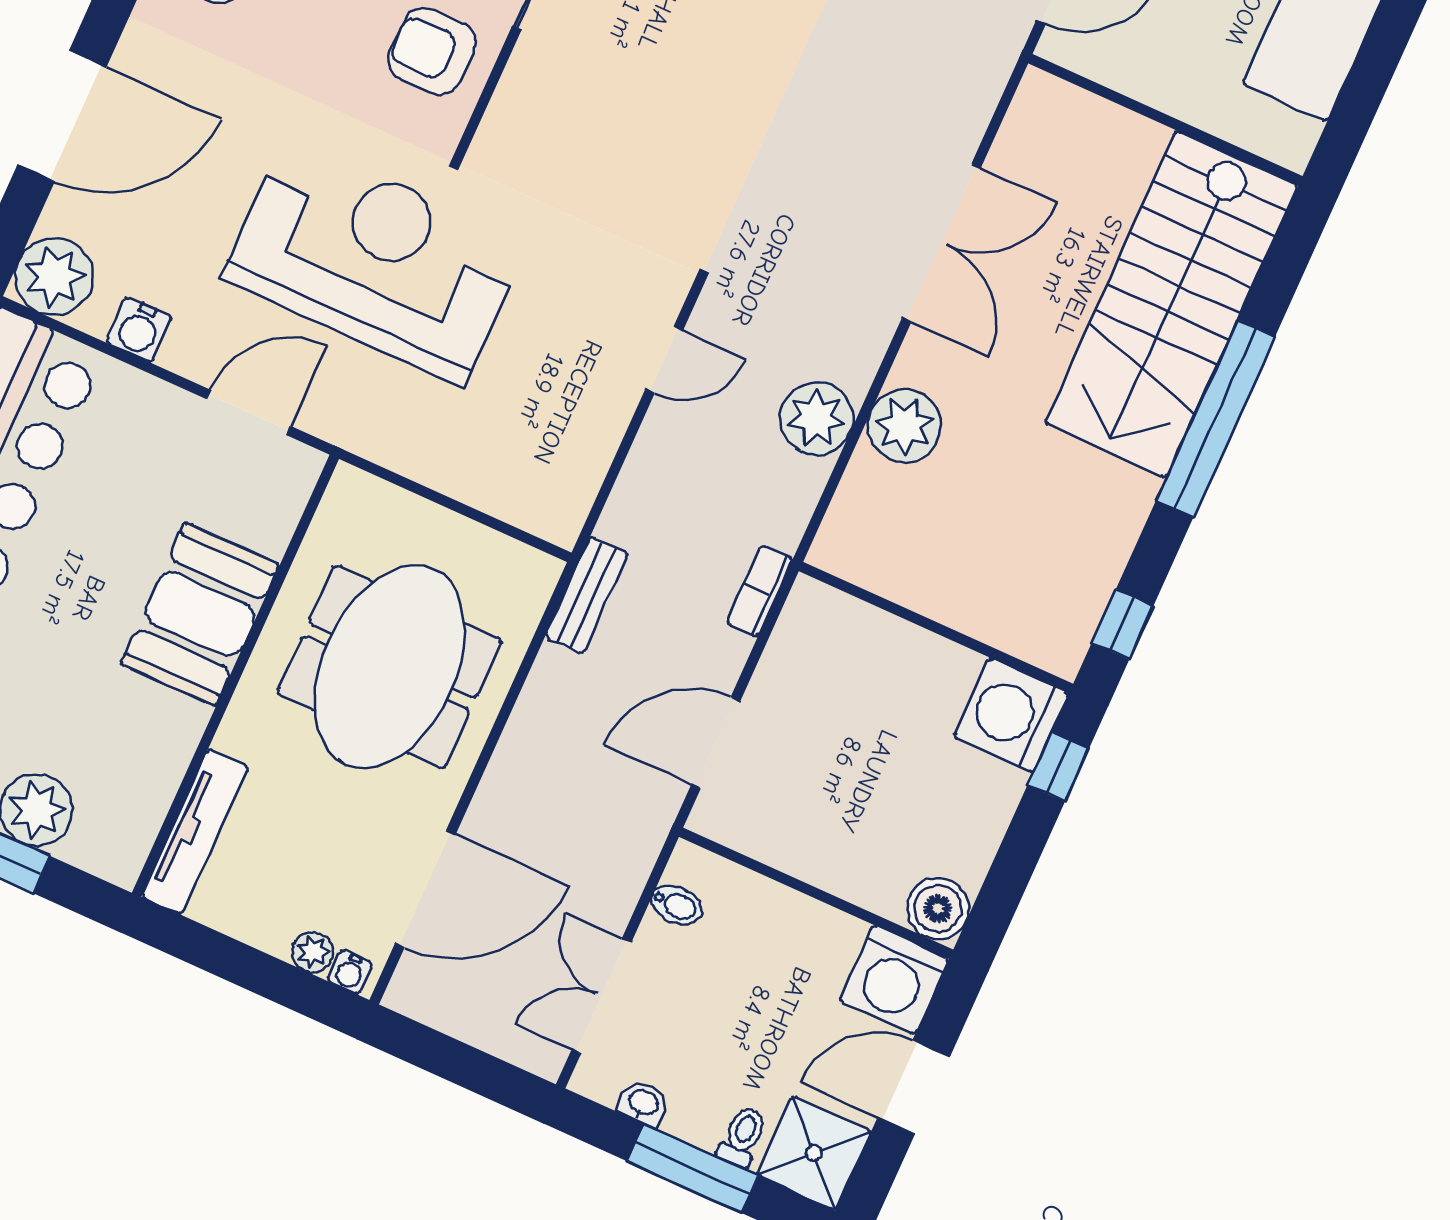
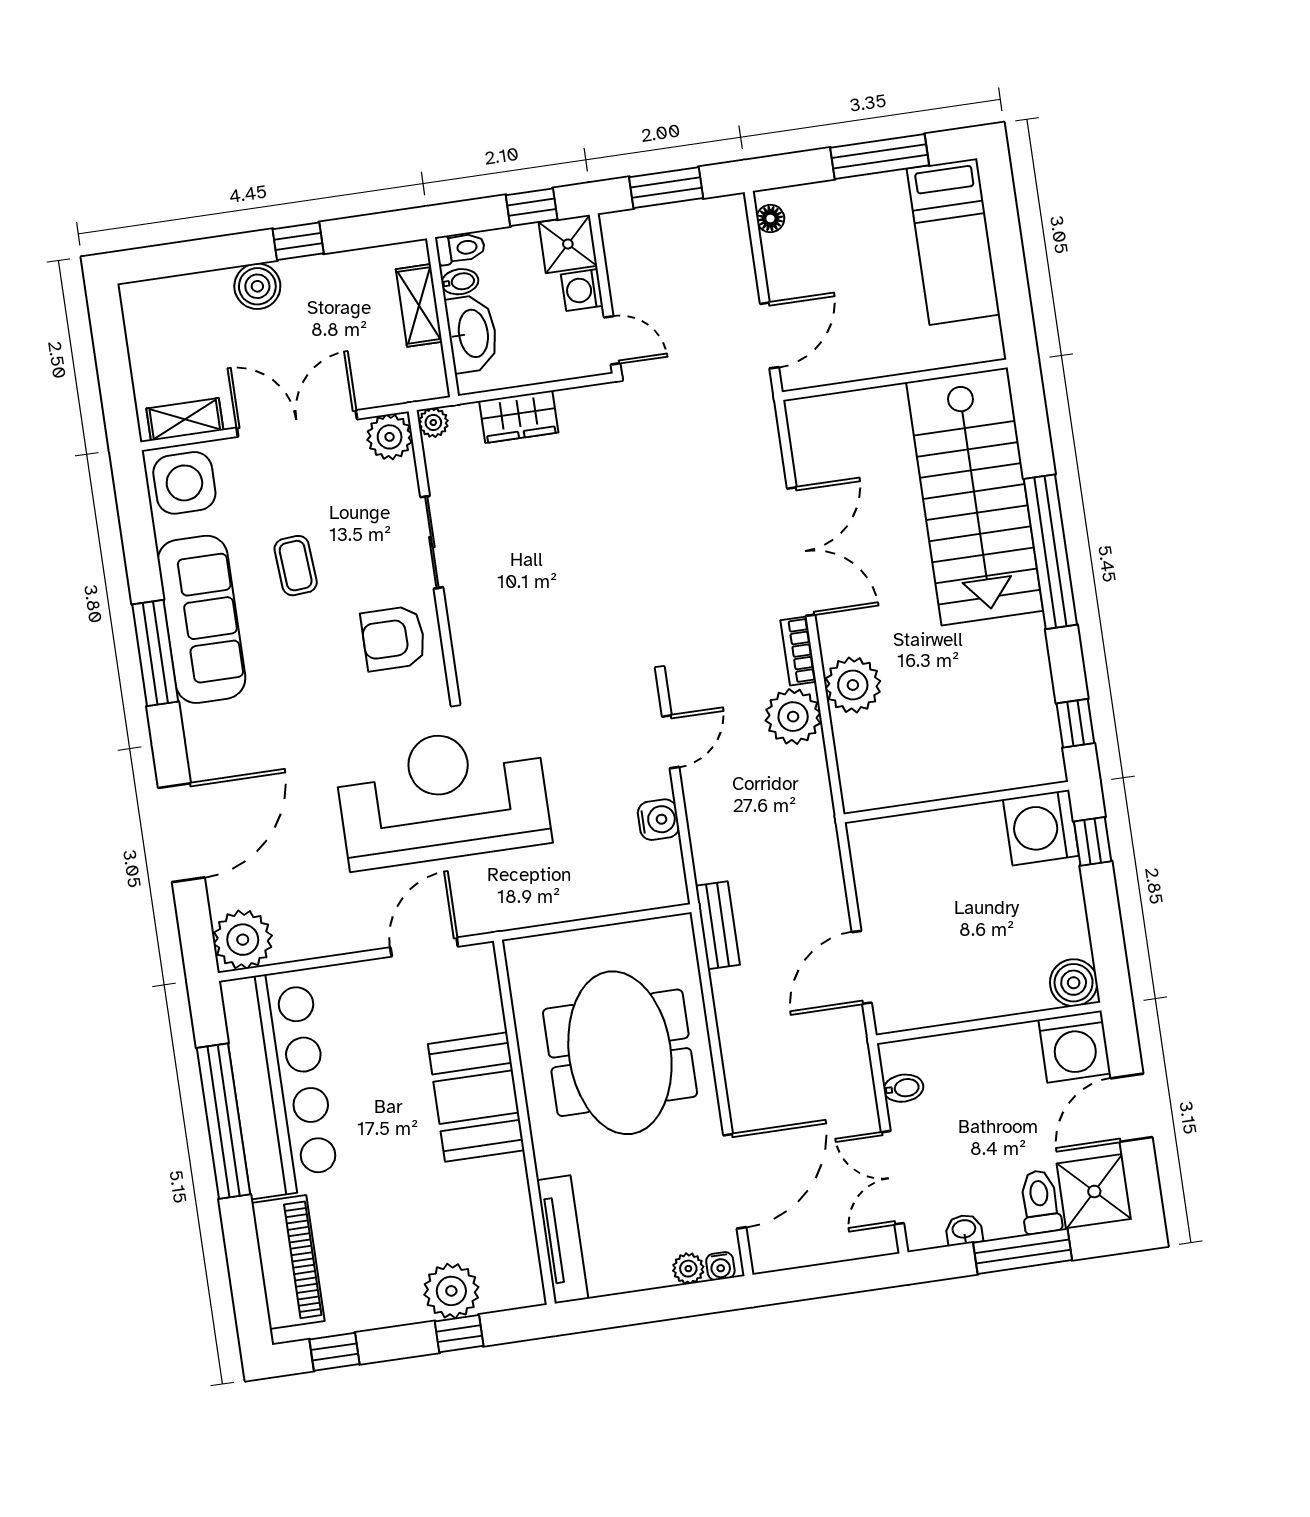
water cooler: (139, 330) -> (658, 820), moved, turned -90
bookcase: (760, 591) -> (798, 651), moved
toilet: (742, 1136) -> (1040, 1202), width x1.37, depth x1.39

